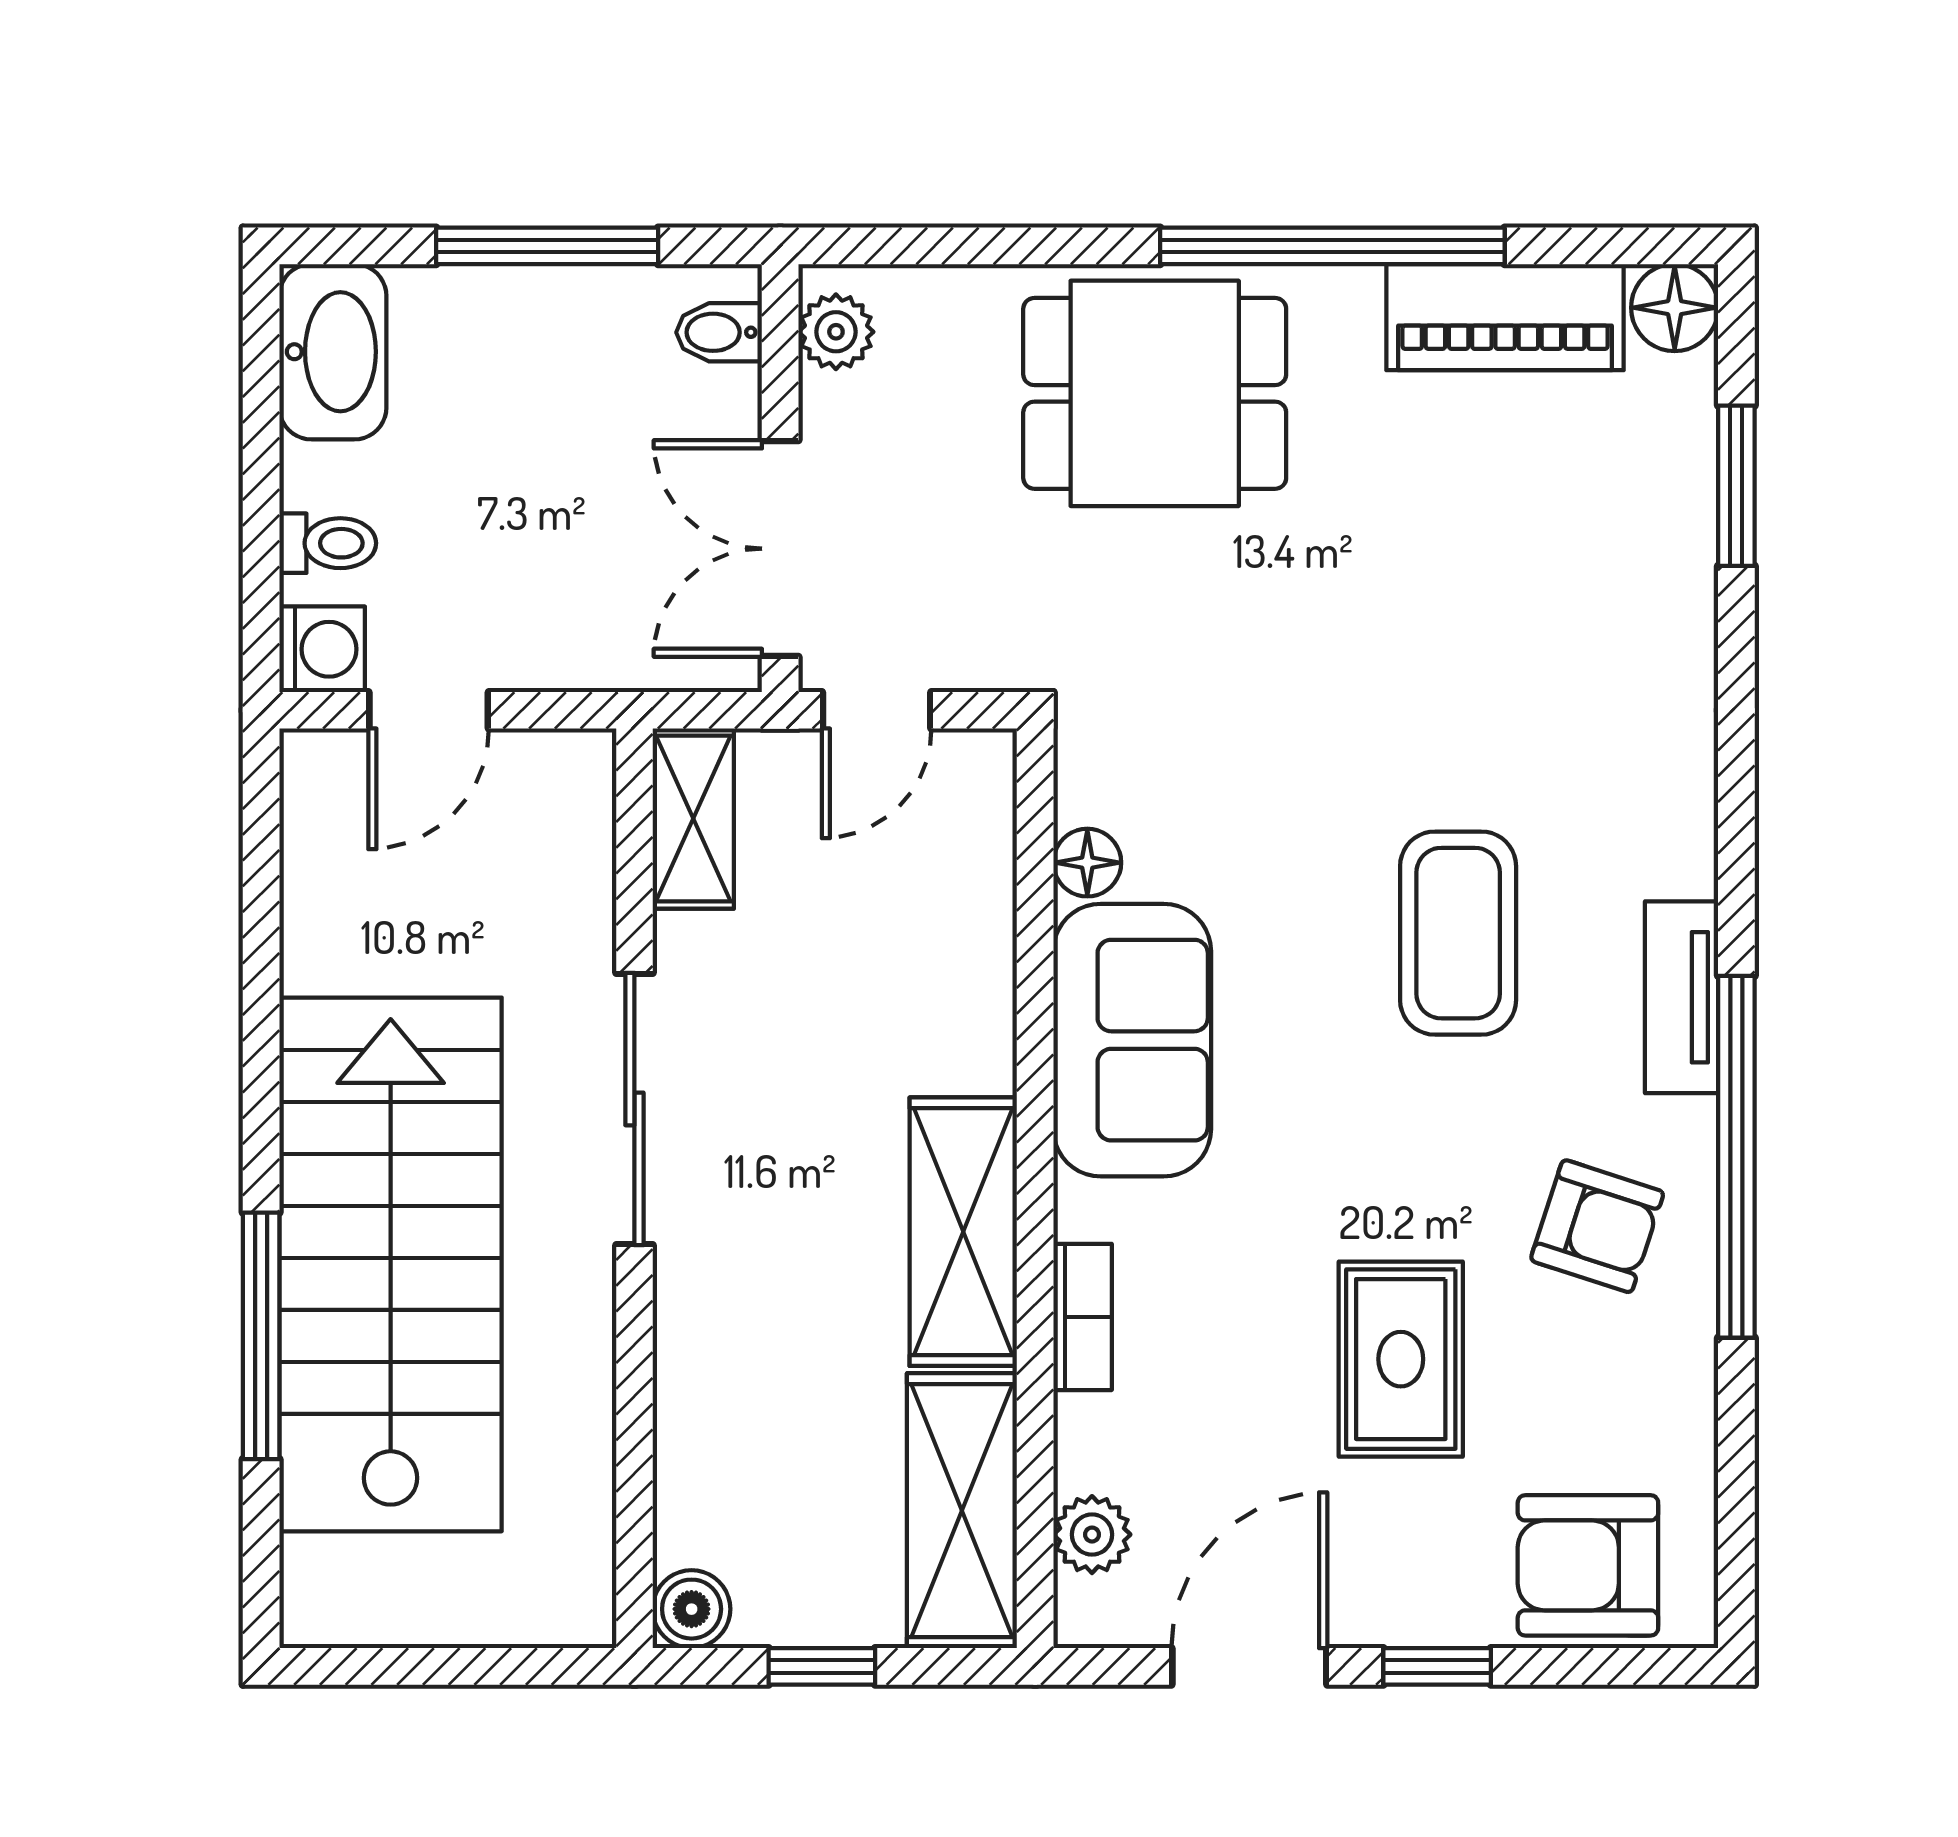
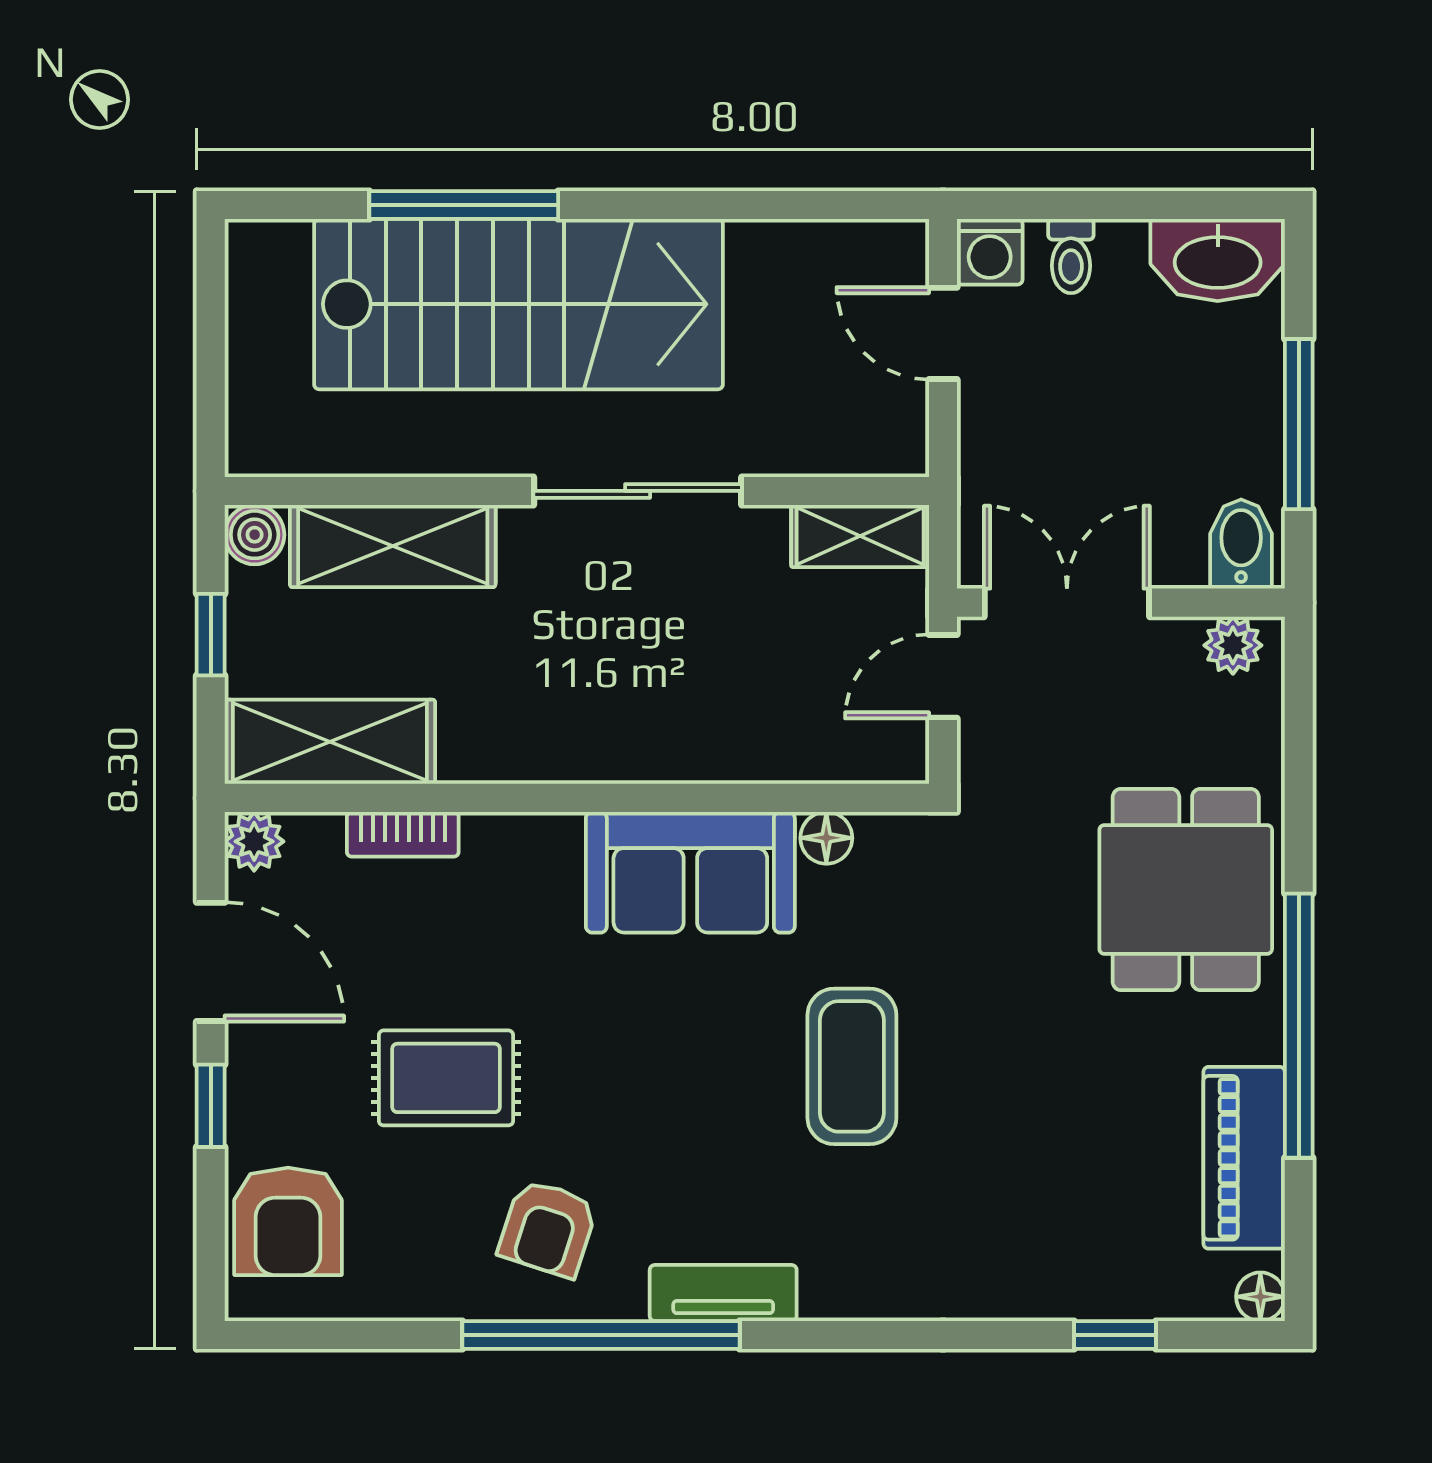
floor lamp: (1675, 308) -> (1260, 1297), width x0.73, depth x0.73
bidet: (719, 332) -> (1241, 544), width x1.38, depth x1.36
window: (1736, 486) -> (1115, 1335), width x0.67
door: (877, 710) -> (943, 676), hinge flipped
coffee table: (1458, 933) -> (852, 1066), moved, turned 90
shelving: (963, 1232) -> (393, 546), moved
bookcase: (1083, 1317) -> (403, 834), moved
plant: (1092, 1535) -> (254, 841), moved
armchair: (1588, 1565) -> (288, 1221), turned 180

